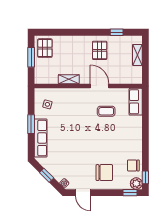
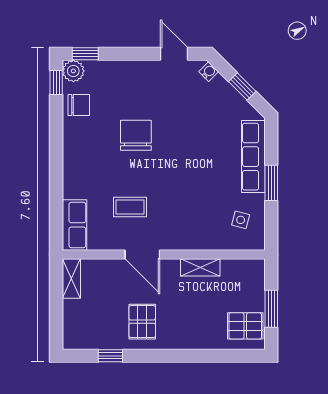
pallet: (45, 48) -> (245, 326), turned 90
shelving: (137, 55) -> (71, 278), moved
chair: (104, 173) -> (136, 135), moved, turned 90

